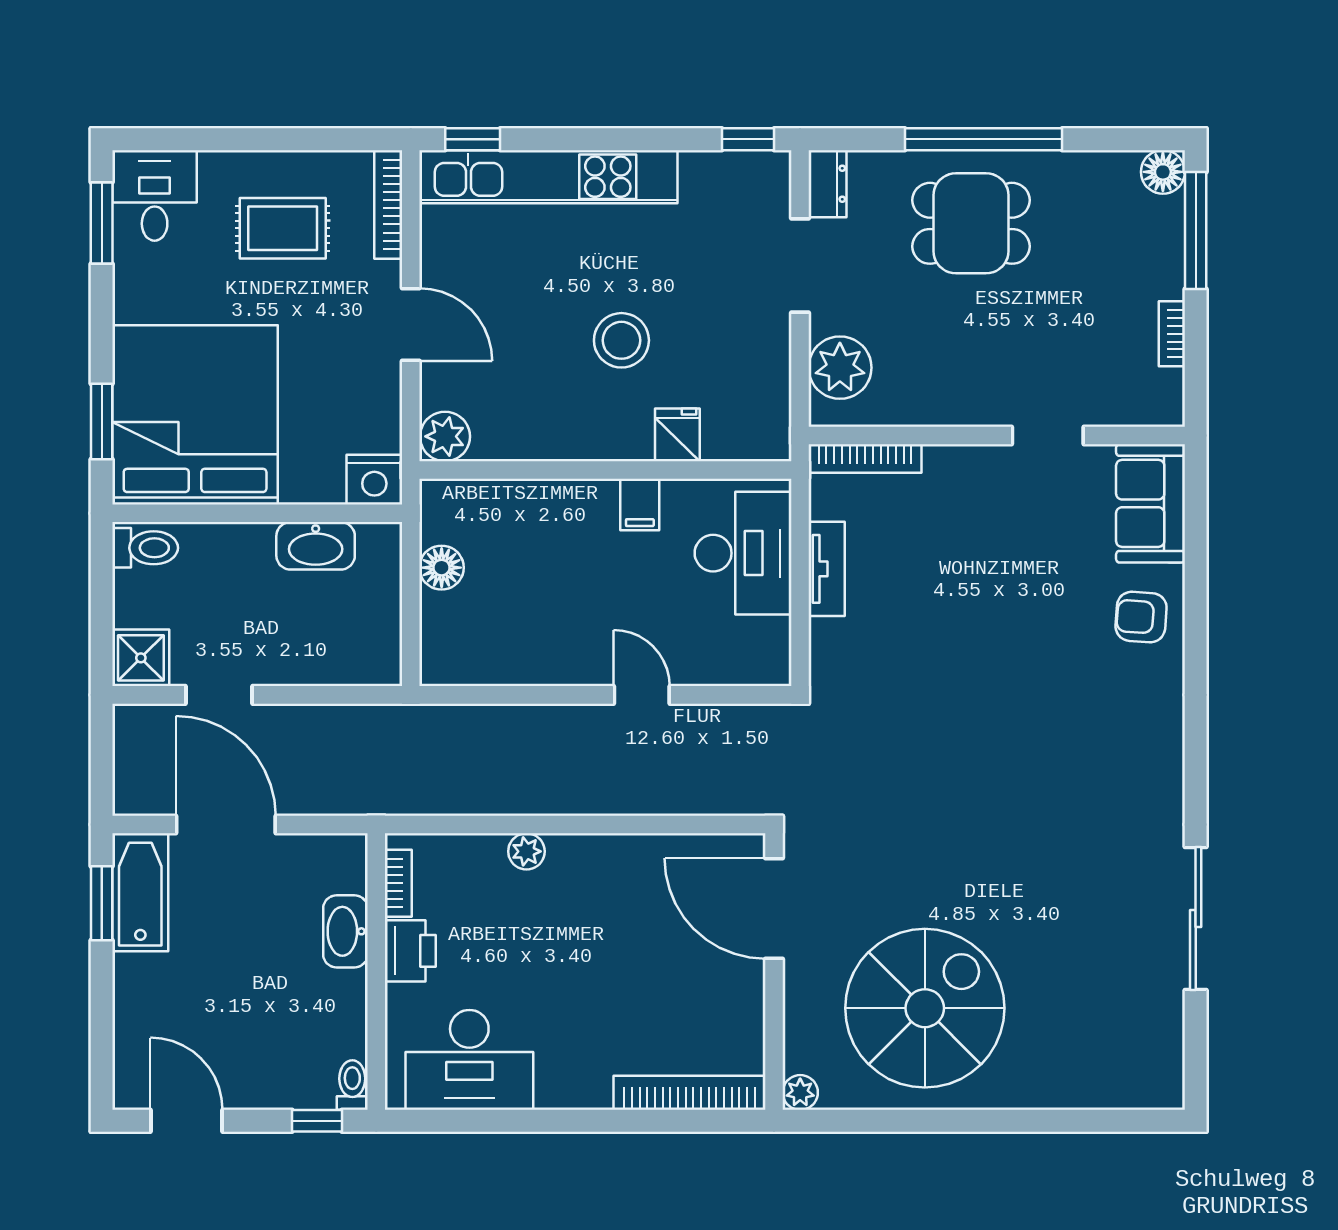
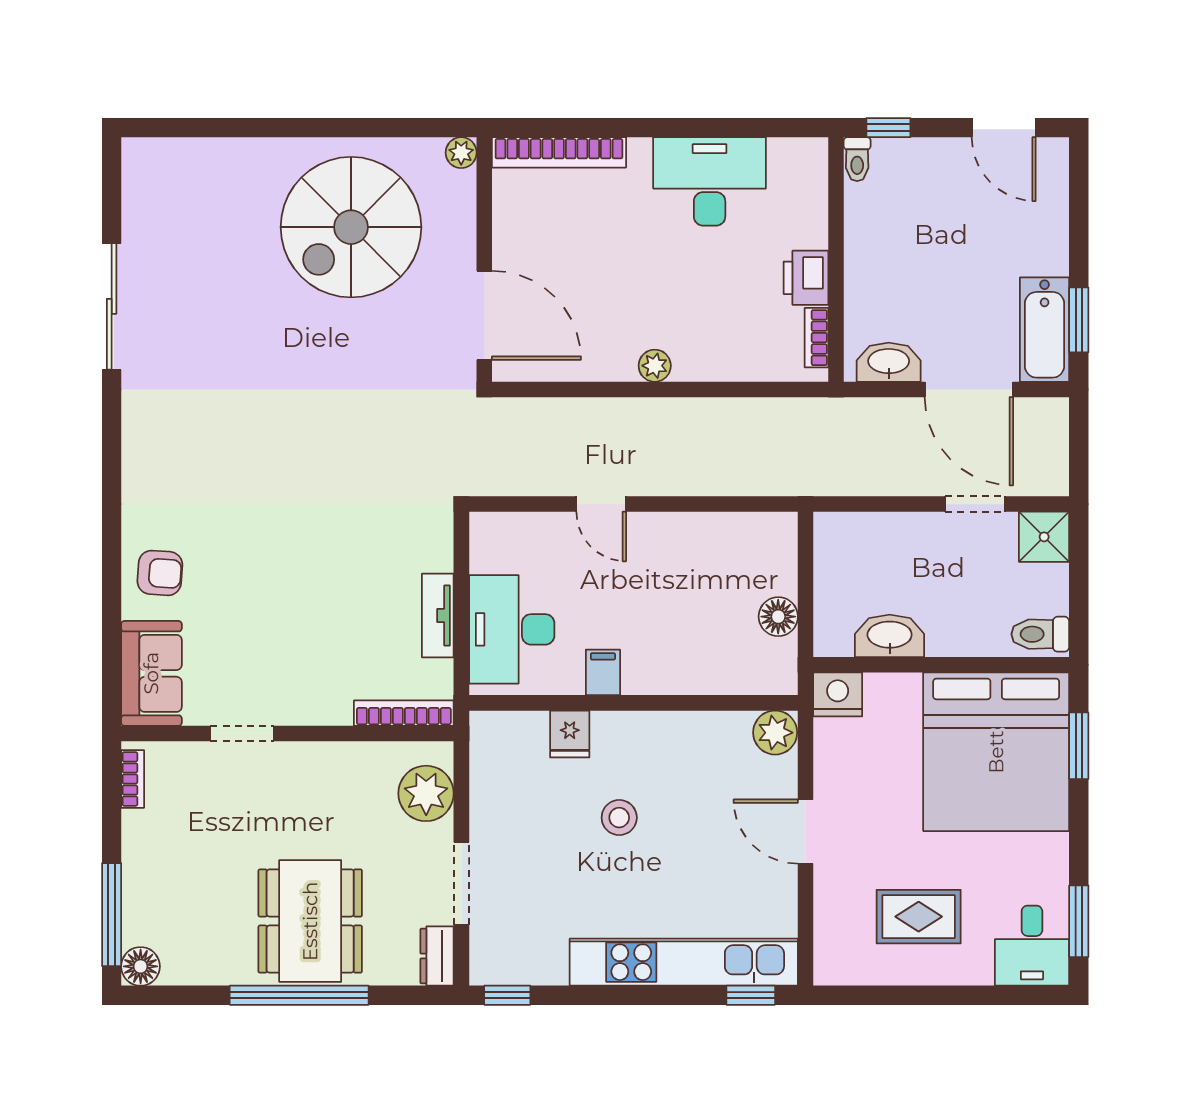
bookcase: (388, 204) -> (825, 938), removed
dining table: (971, 223) -> (310, 921), width x1.38
bookcase: (1172, 334) -> (133, 779), moved
stool: (621, 340) -> (619, 818), width x0.73, depth x0.73
plant: (526, 851) -> (655, 366), moved
washbasin: (345, 931) -> (889, 362), moved, turned -90
desk: (469, 1060) -> (710, 181), moved

